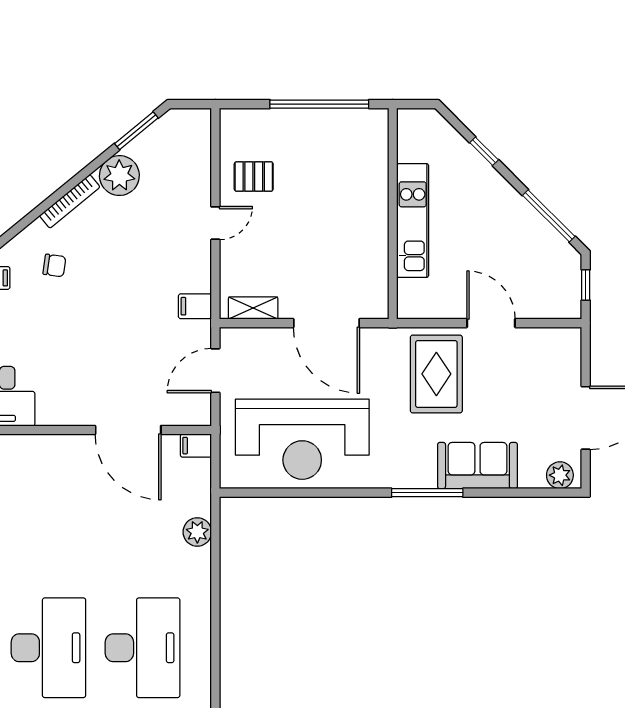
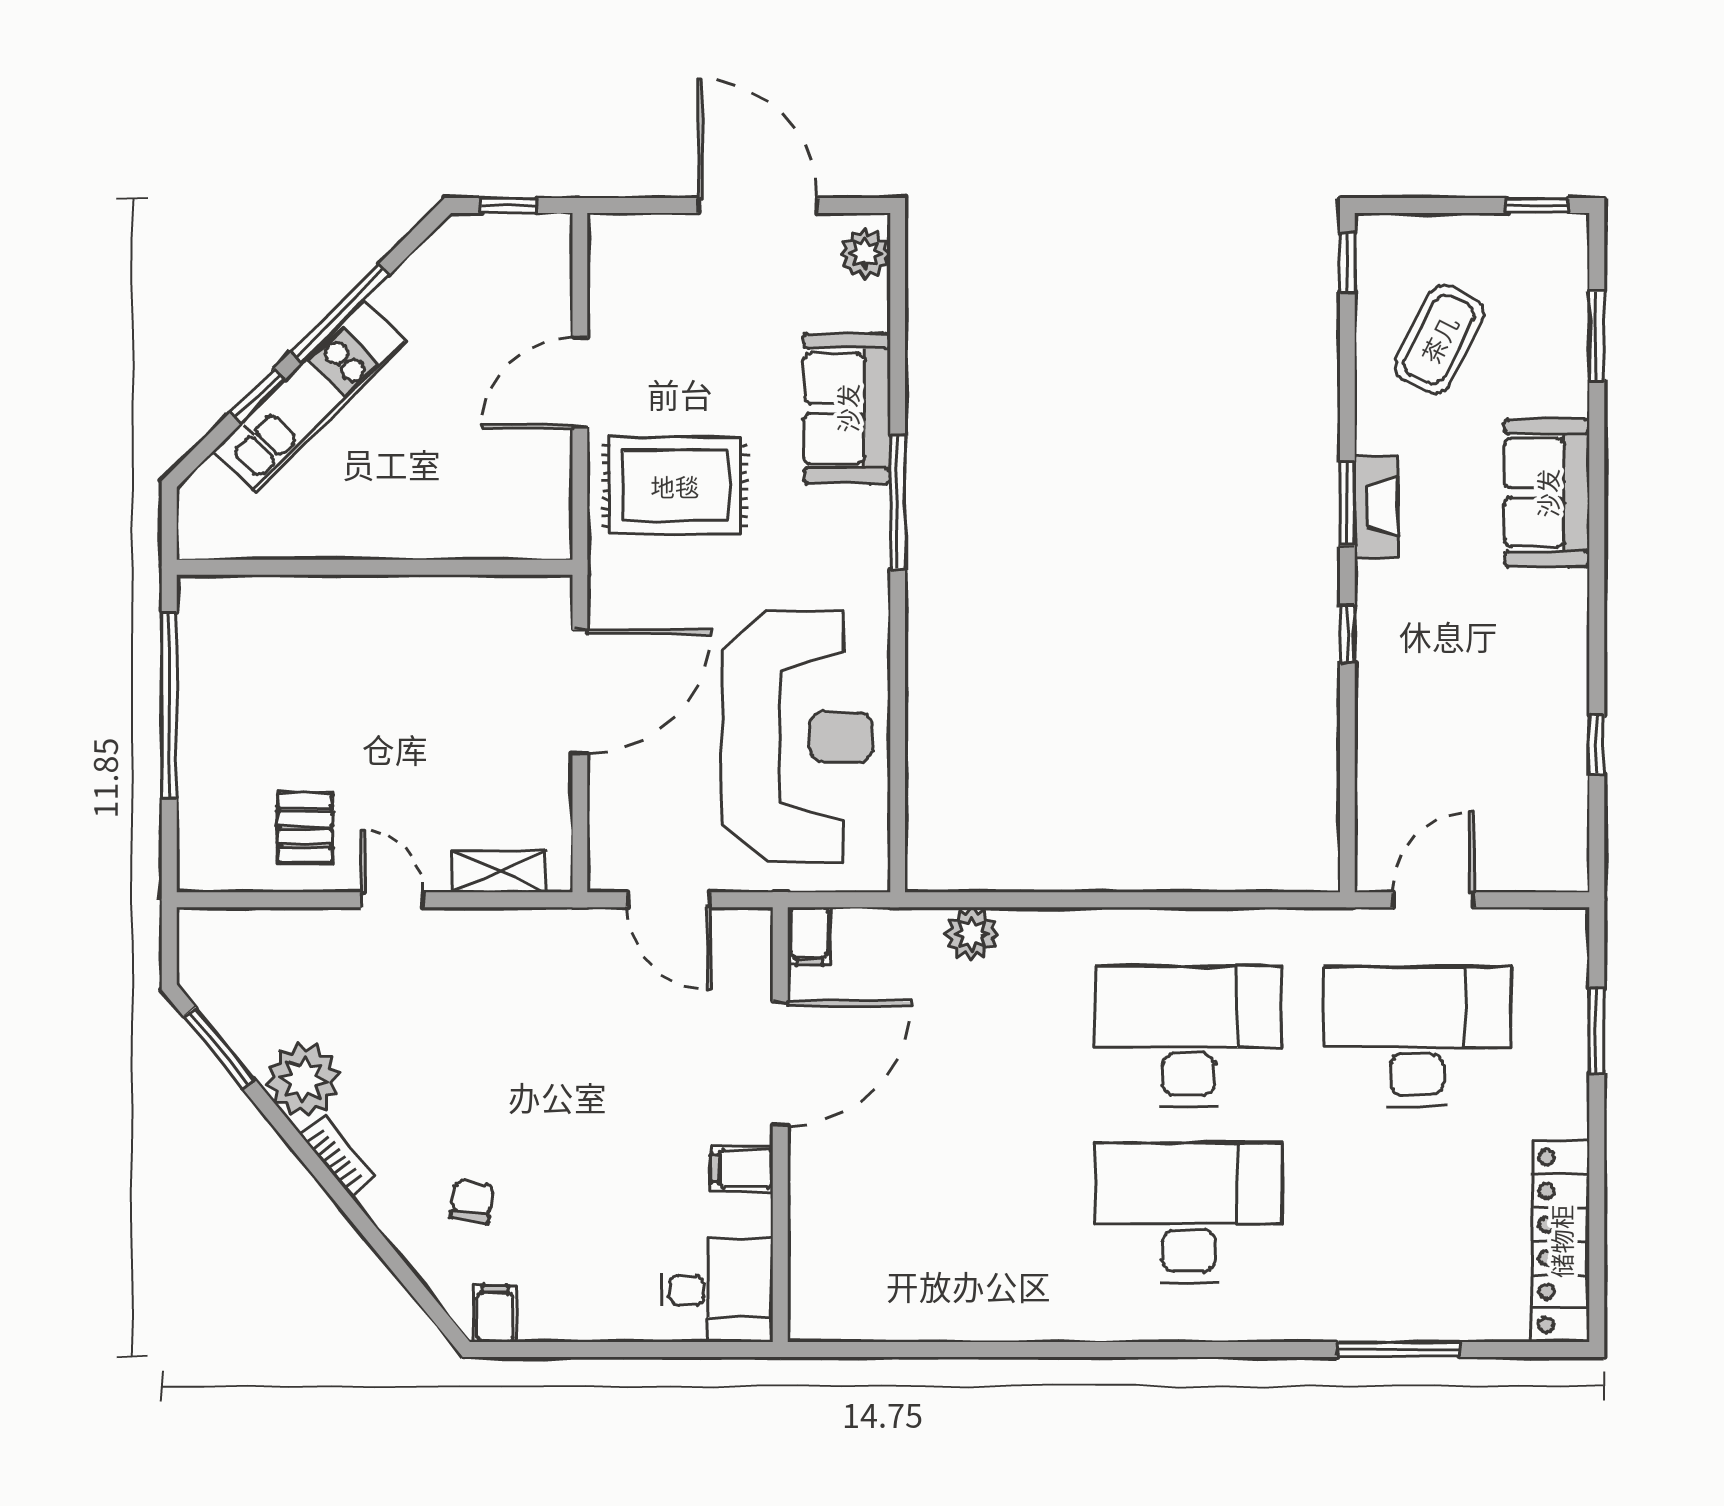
bookcase: (70, 201) -> (337, 1156), width x0.64
window: (549, 216) -> (340, 313), moved
kitchen unit: (413, 221) -> (310, 397), moved, turned 135
filing cabinet: (195, 306) -> (742, 1169), moved, turned 90
shelving: (253, 308) -> (499, 871), moved, turned 90

